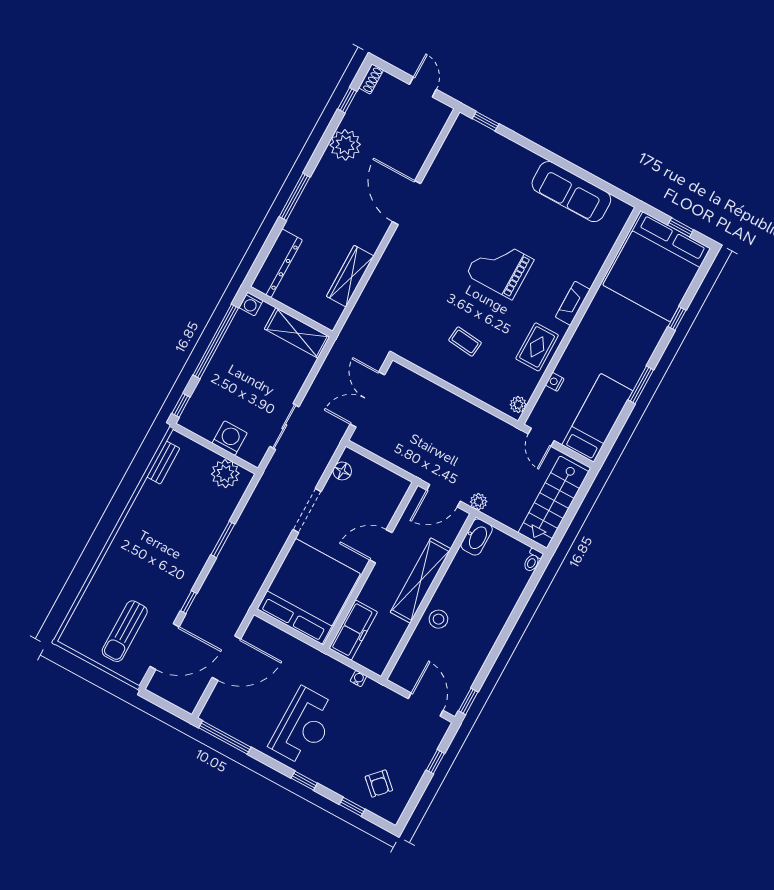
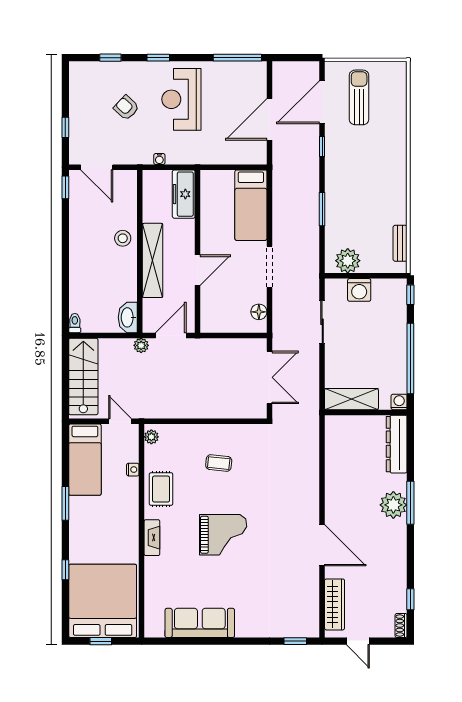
plant: (345, 145) -> (393, 505), moved
wardrobe: (350, 276) -> (335, 604), moved
bed: (309, 591) -> (251, 205), width x0.49
armchair: (379, 784) -> (126, 108), moved

